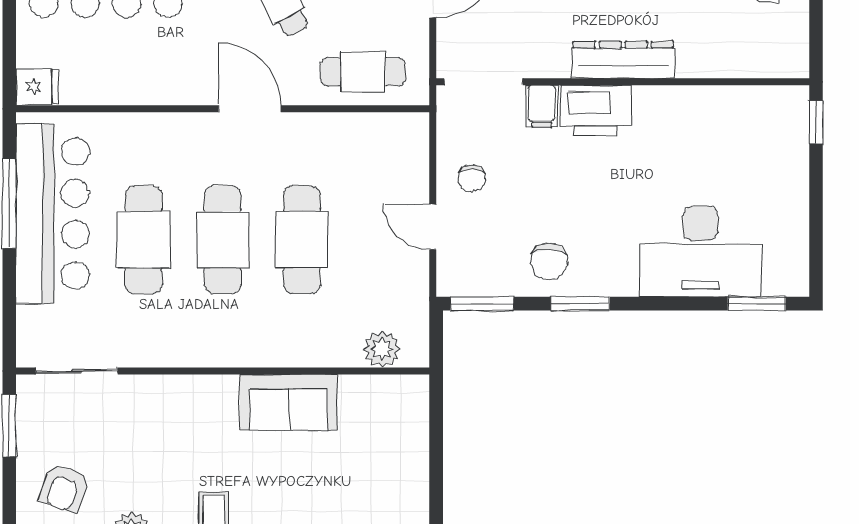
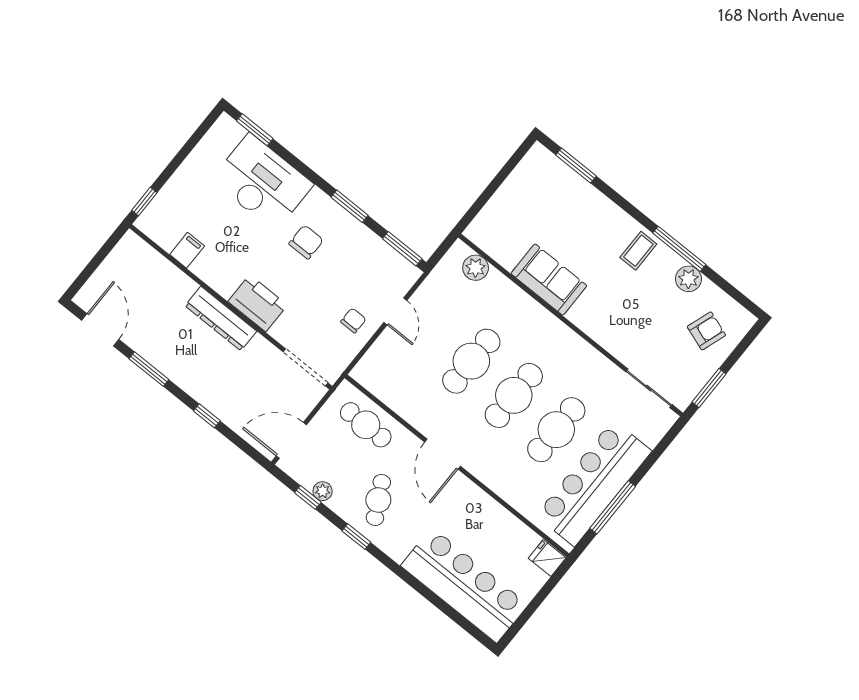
filing cabinet: (542, 106) -> (187, 250), moved
chair: (549, 261) -> (306, 242), moved

